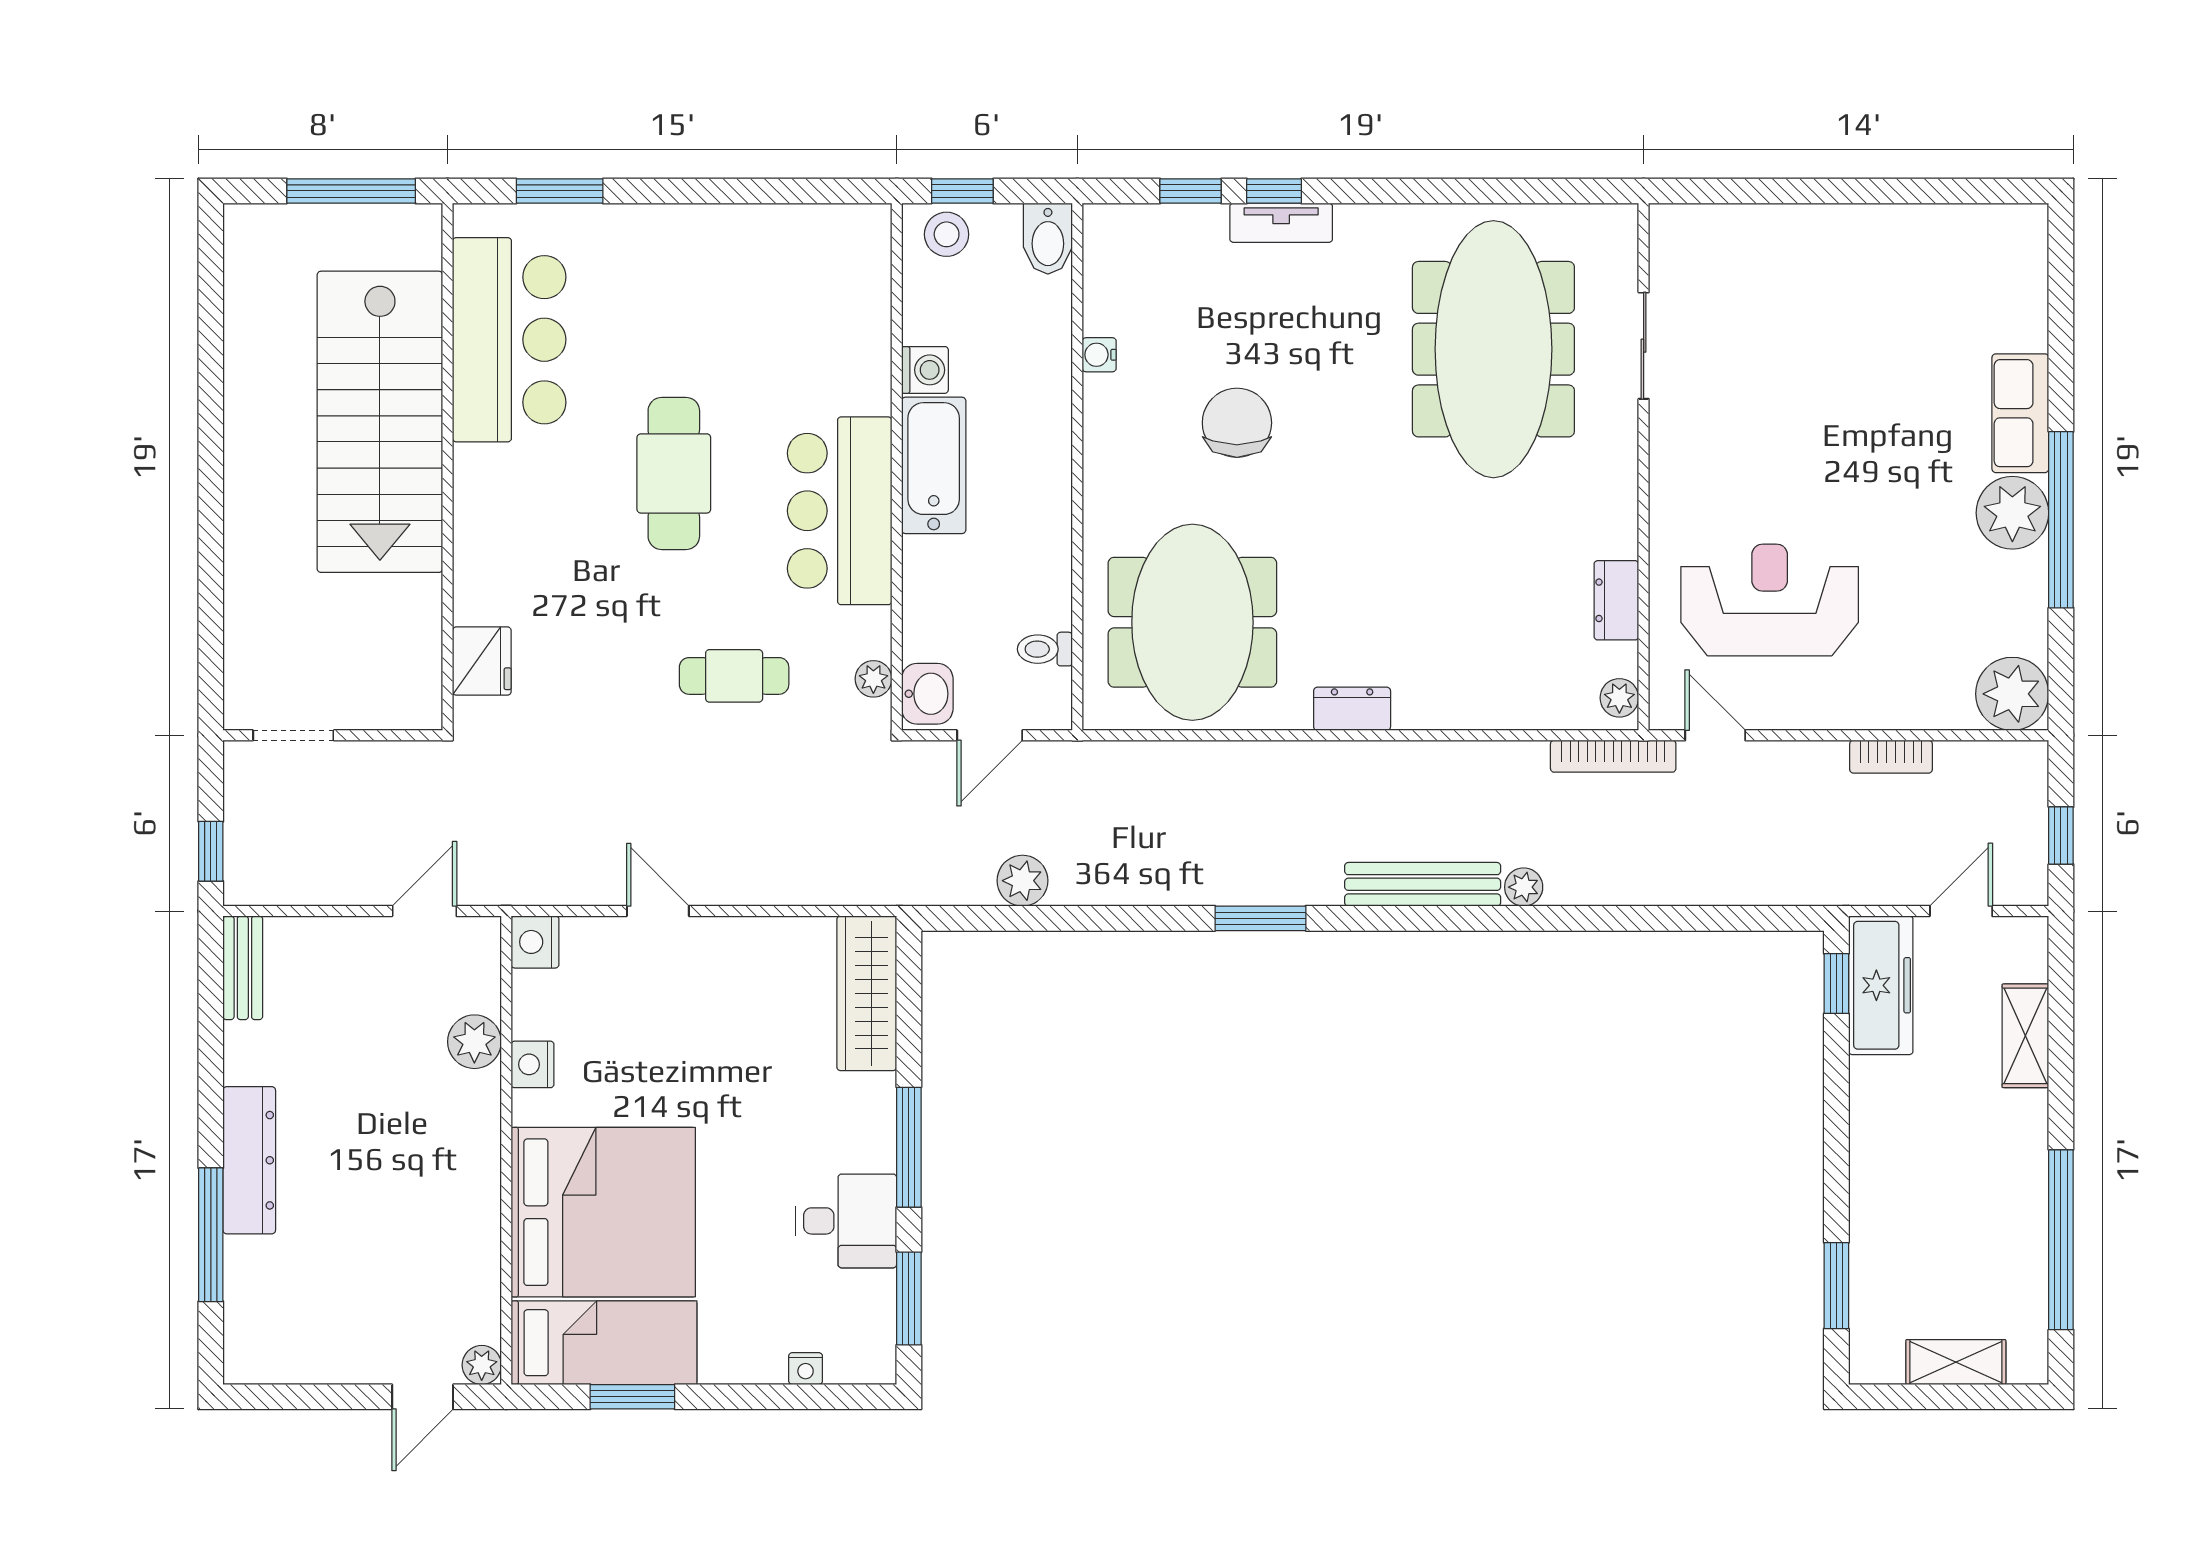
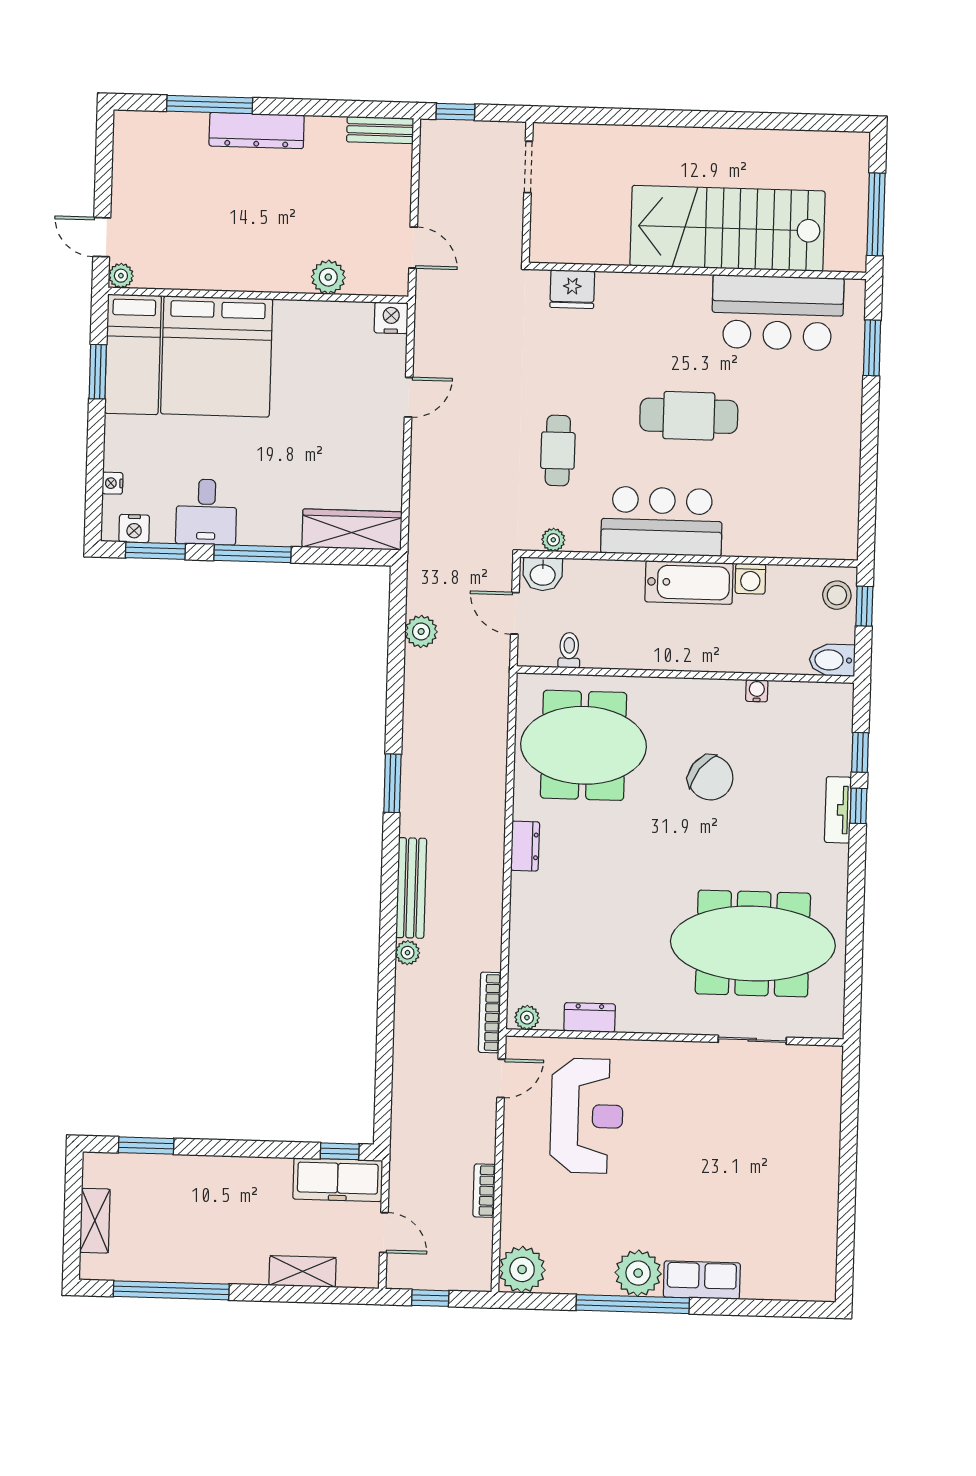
chair: (1237, 423) -> (711, 778), turned 37
nightstand: (532, 1064) -> (134, 528), moved, turned 180

